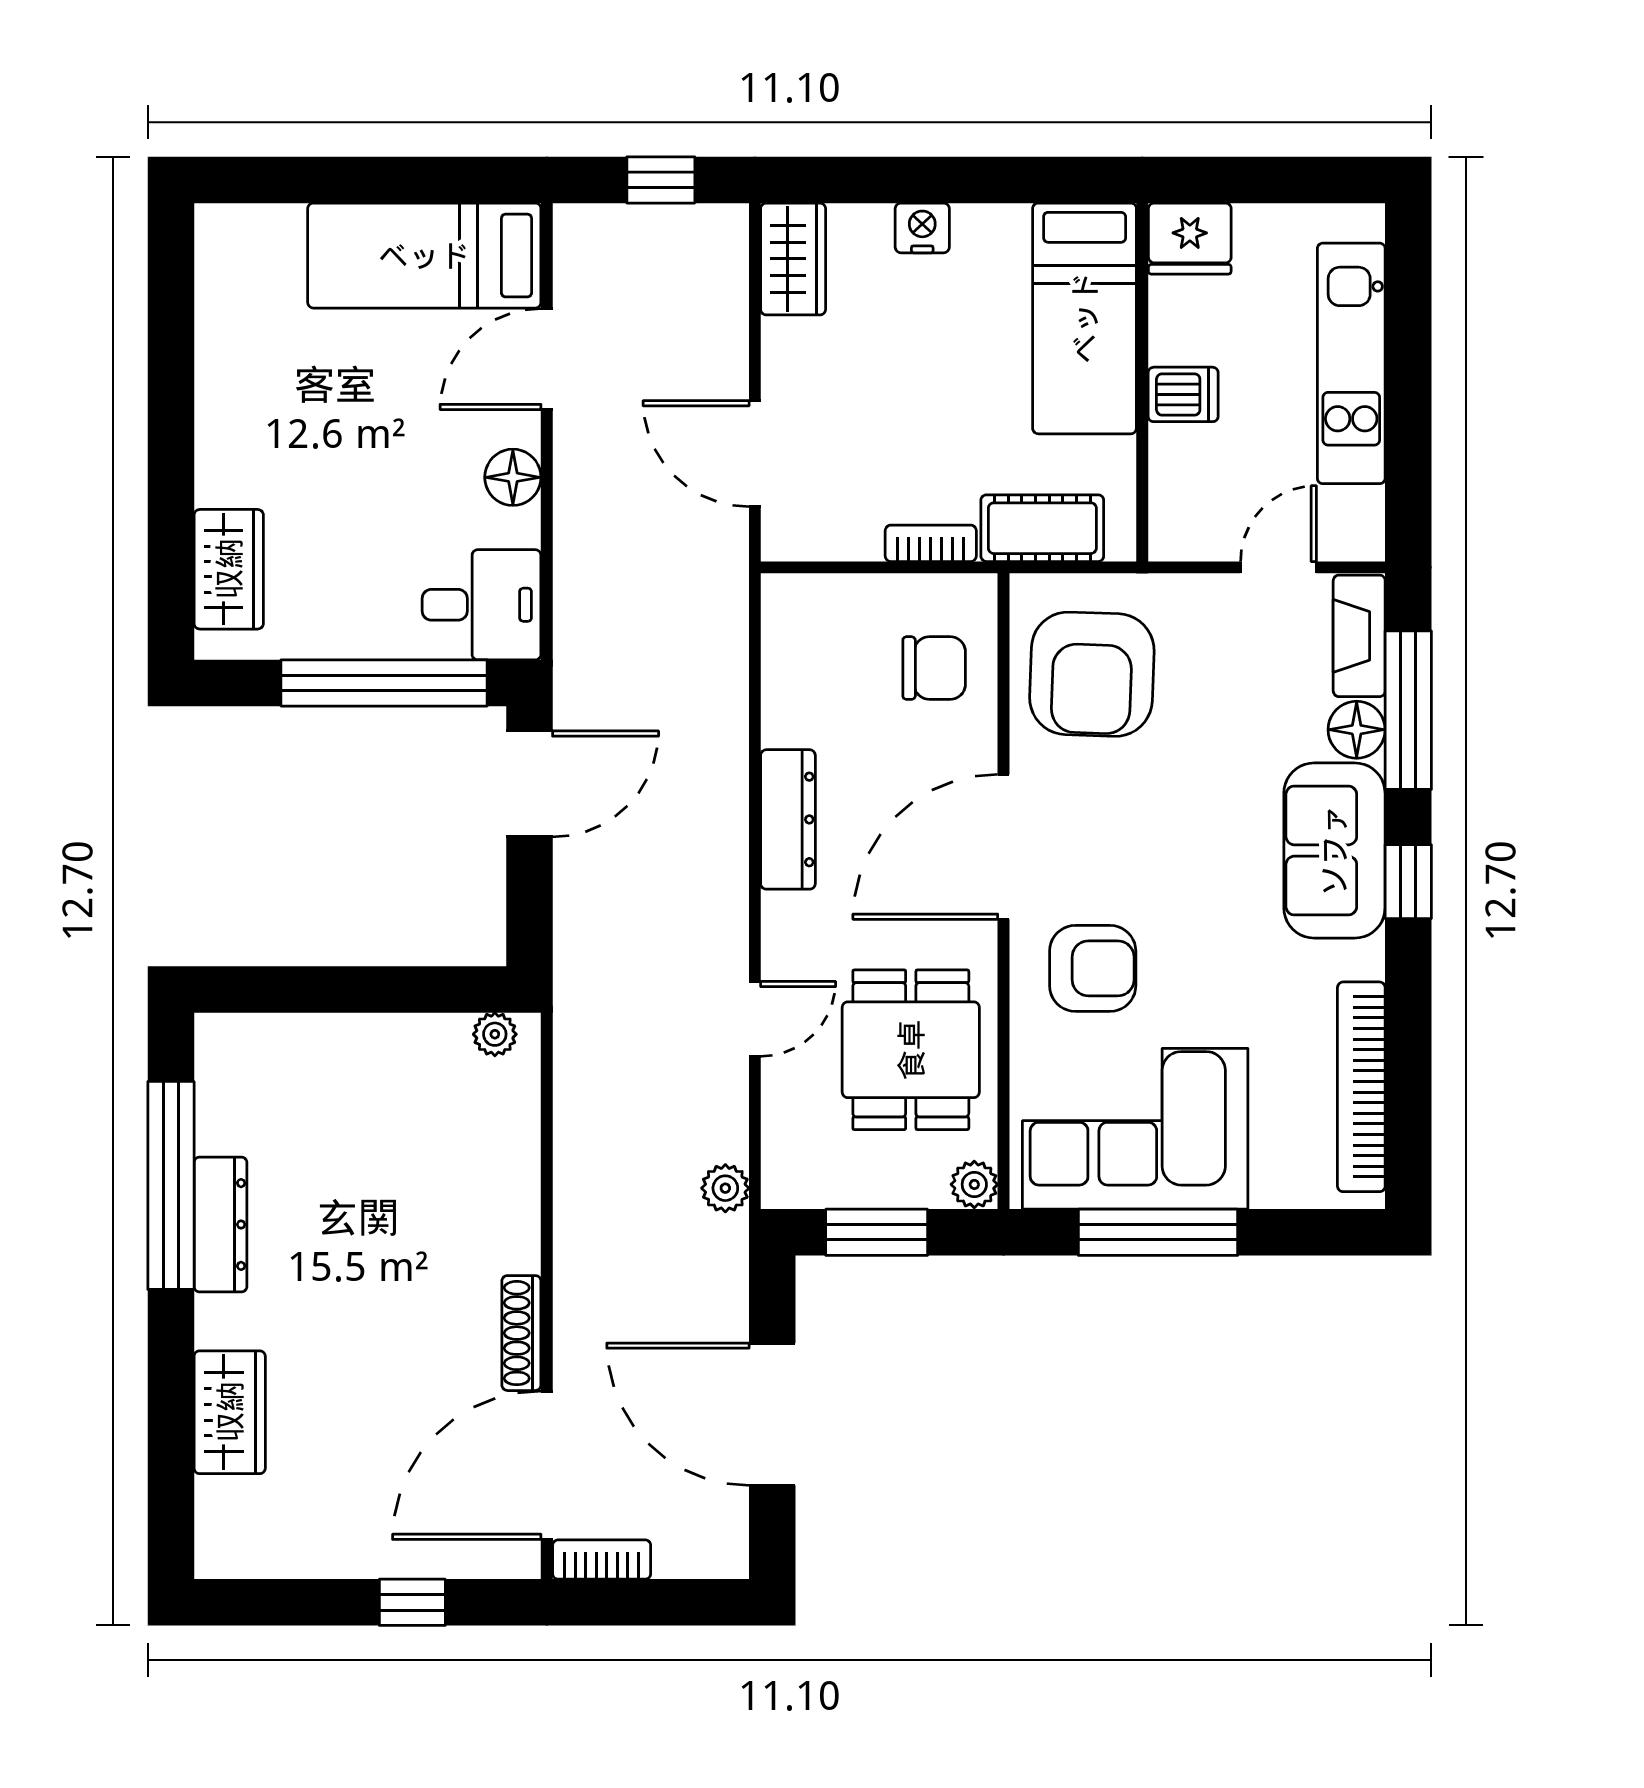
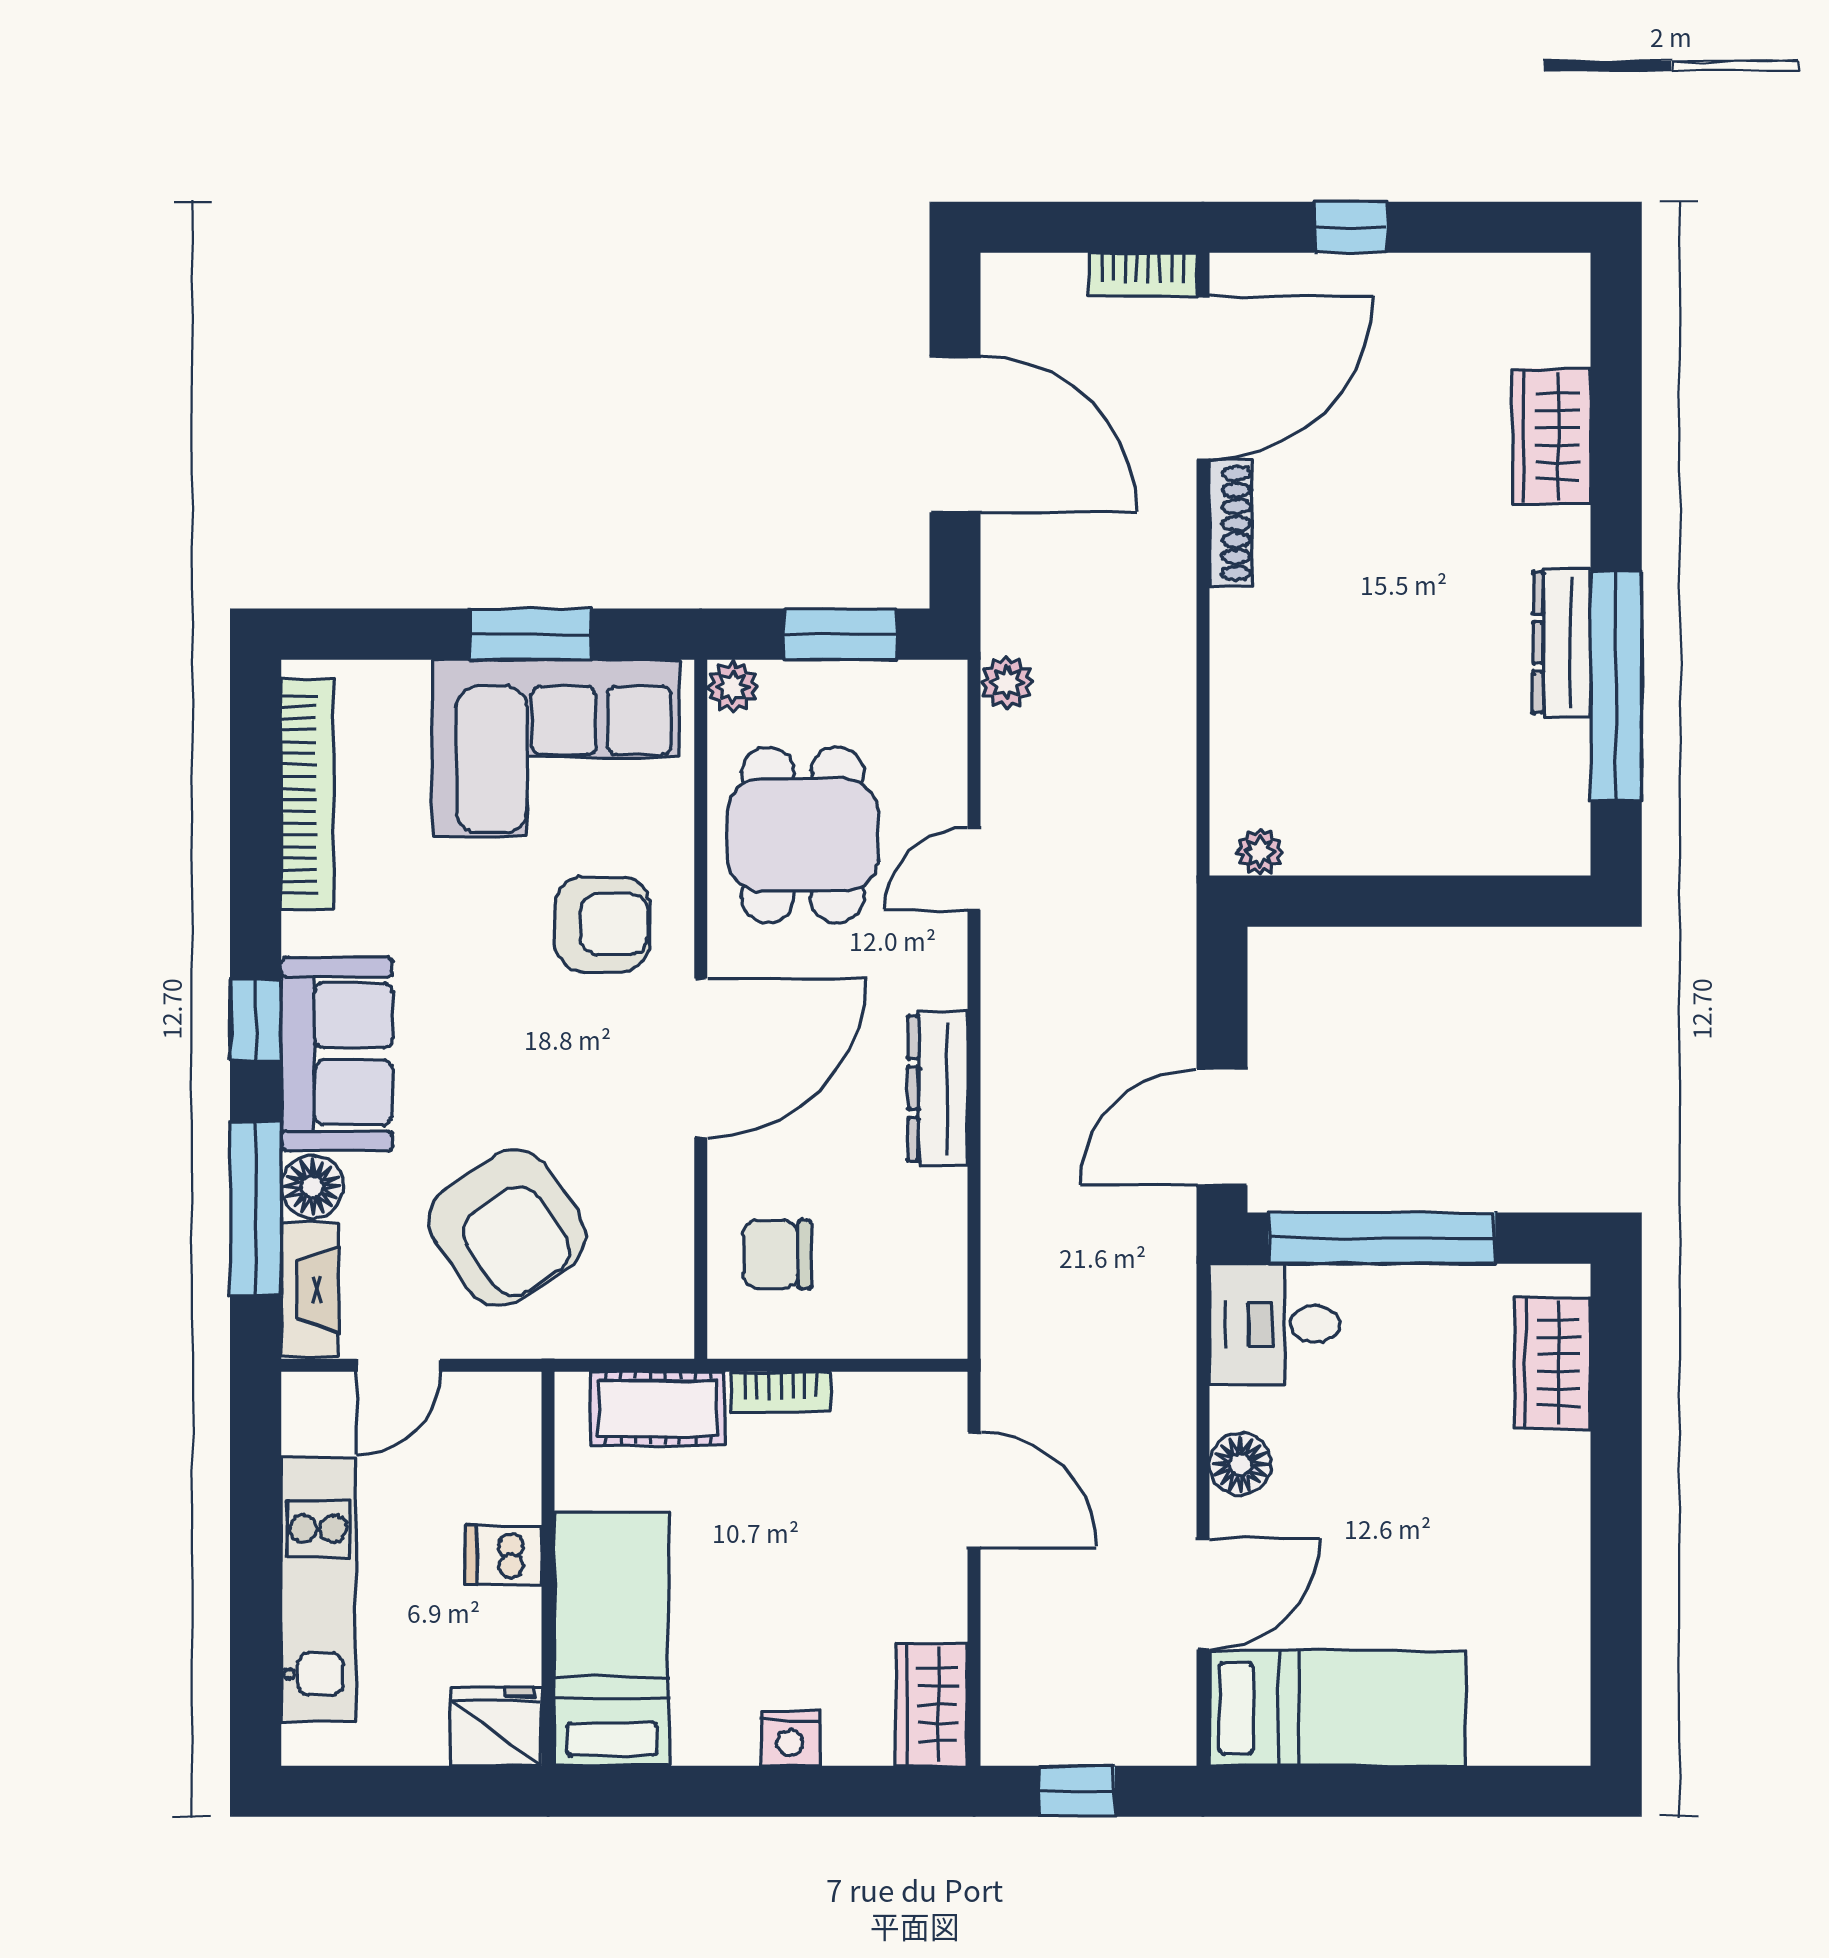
armchair: (1092, 674) -> (507, 1228), moved, turned 144
armchair: (1093, 968) -> (603, 924), turned 180
window: (1158, 1232) -> (531, 634), width x0.69

